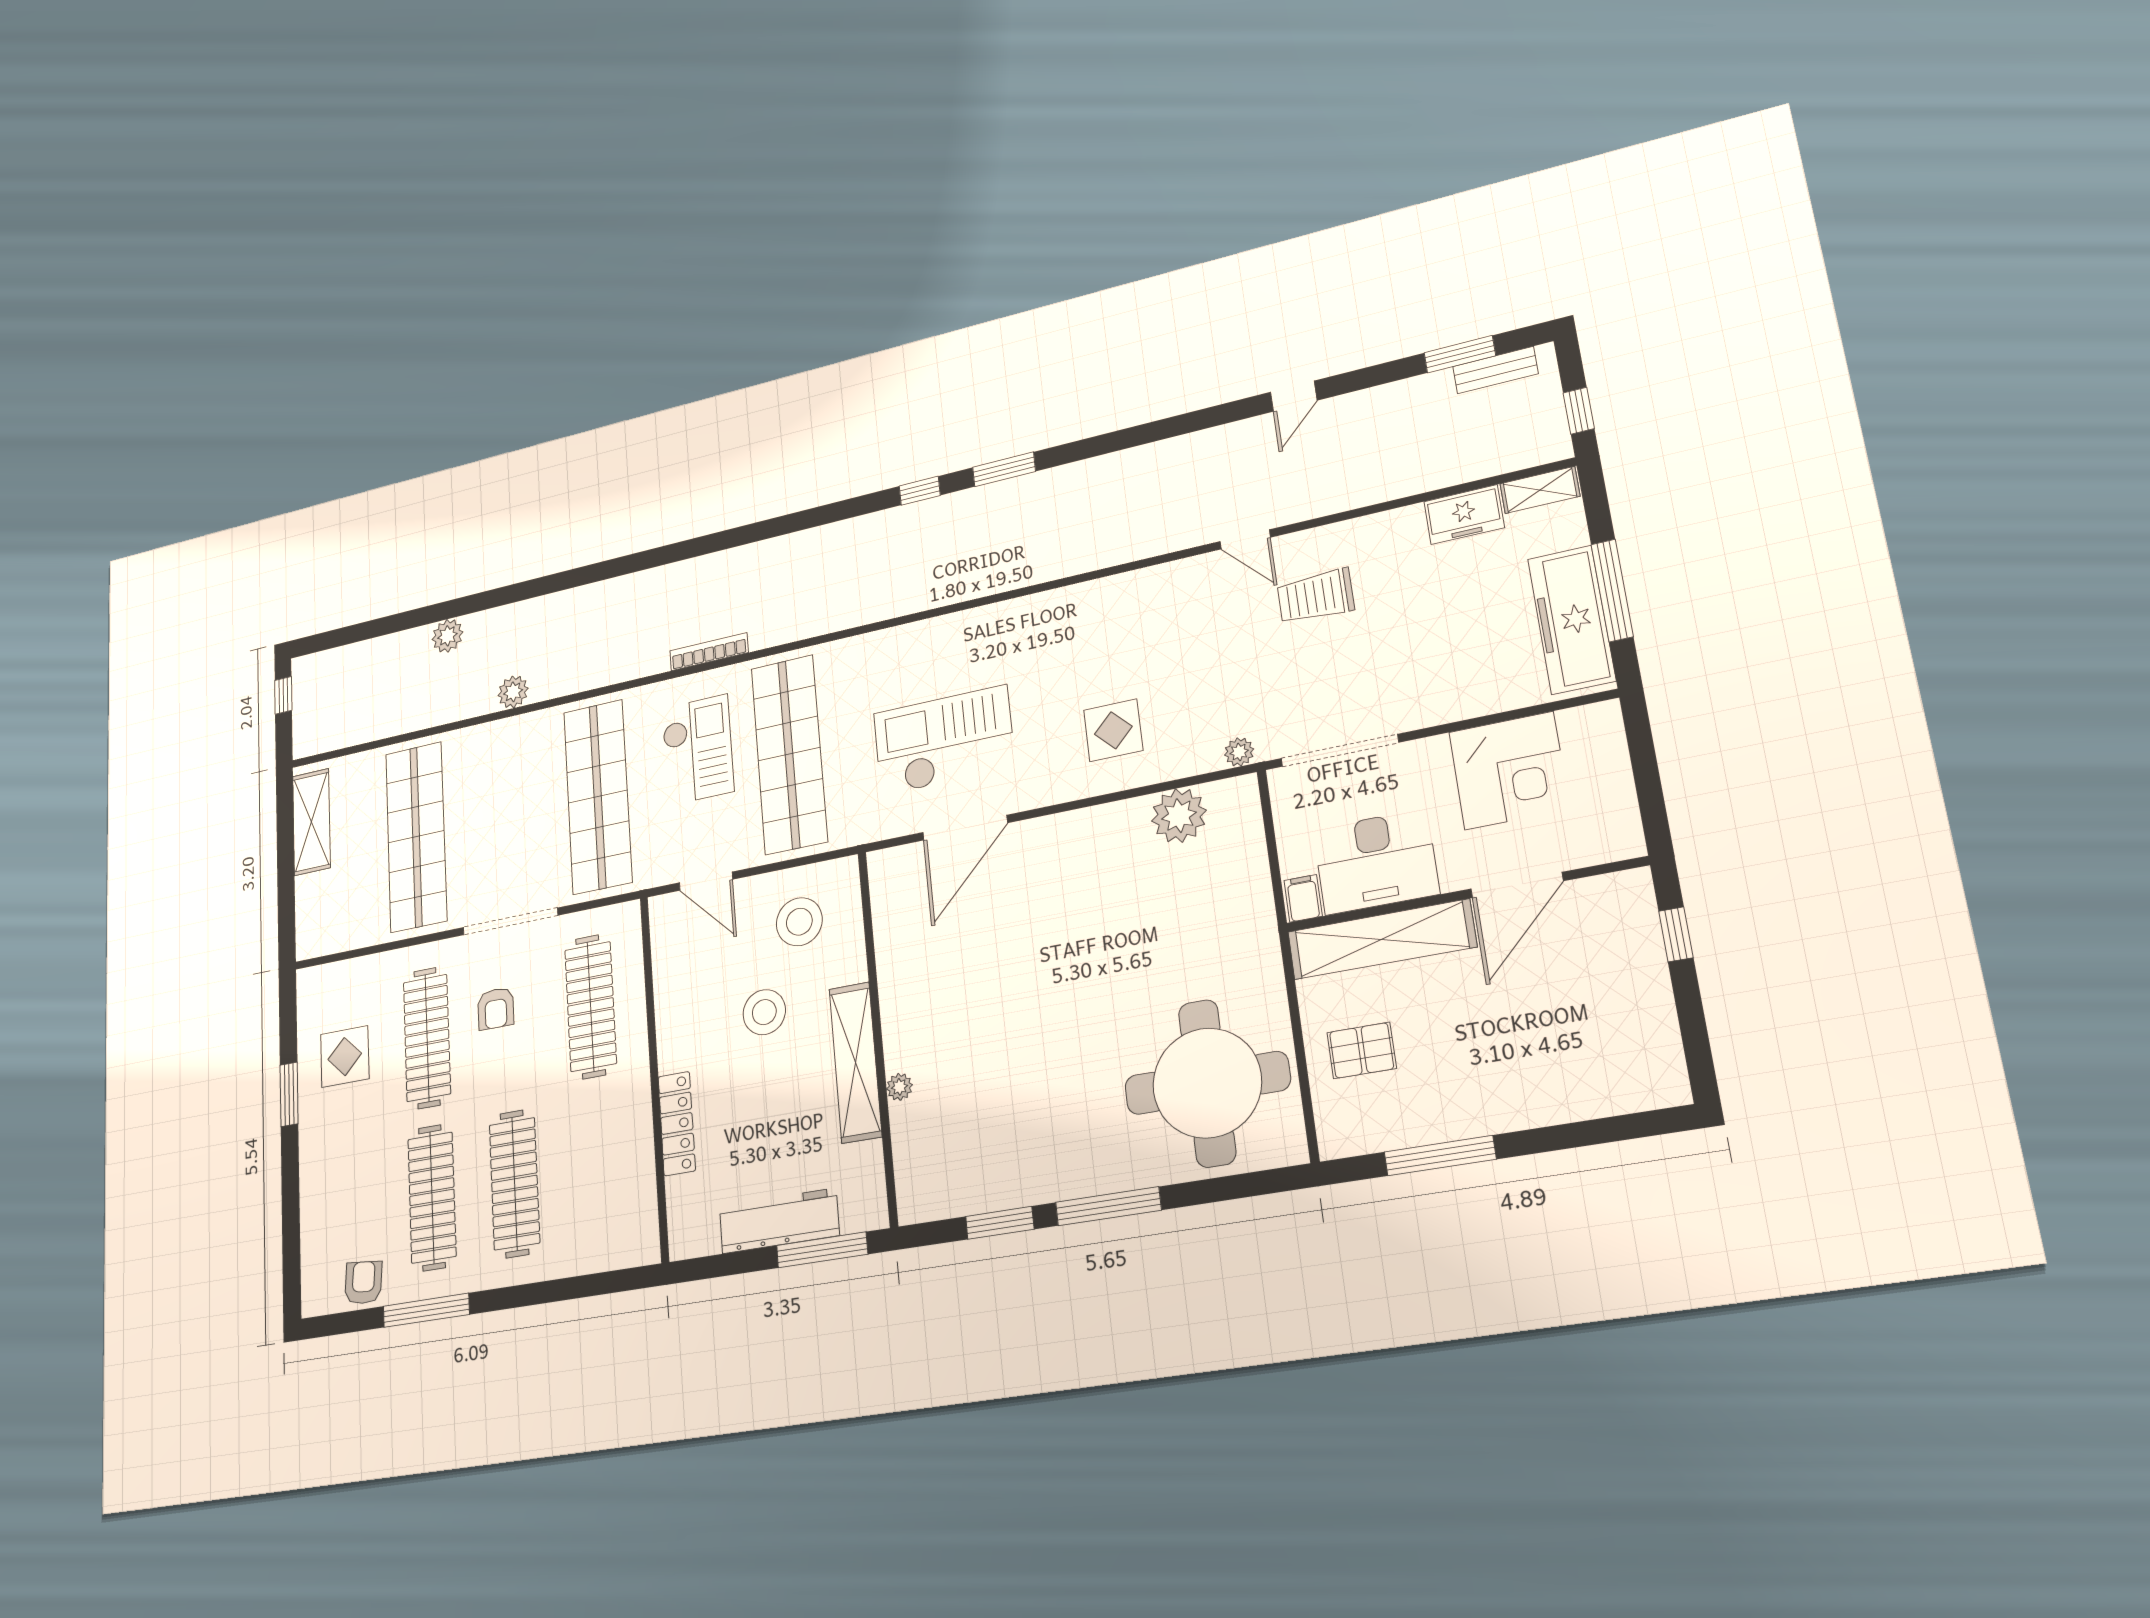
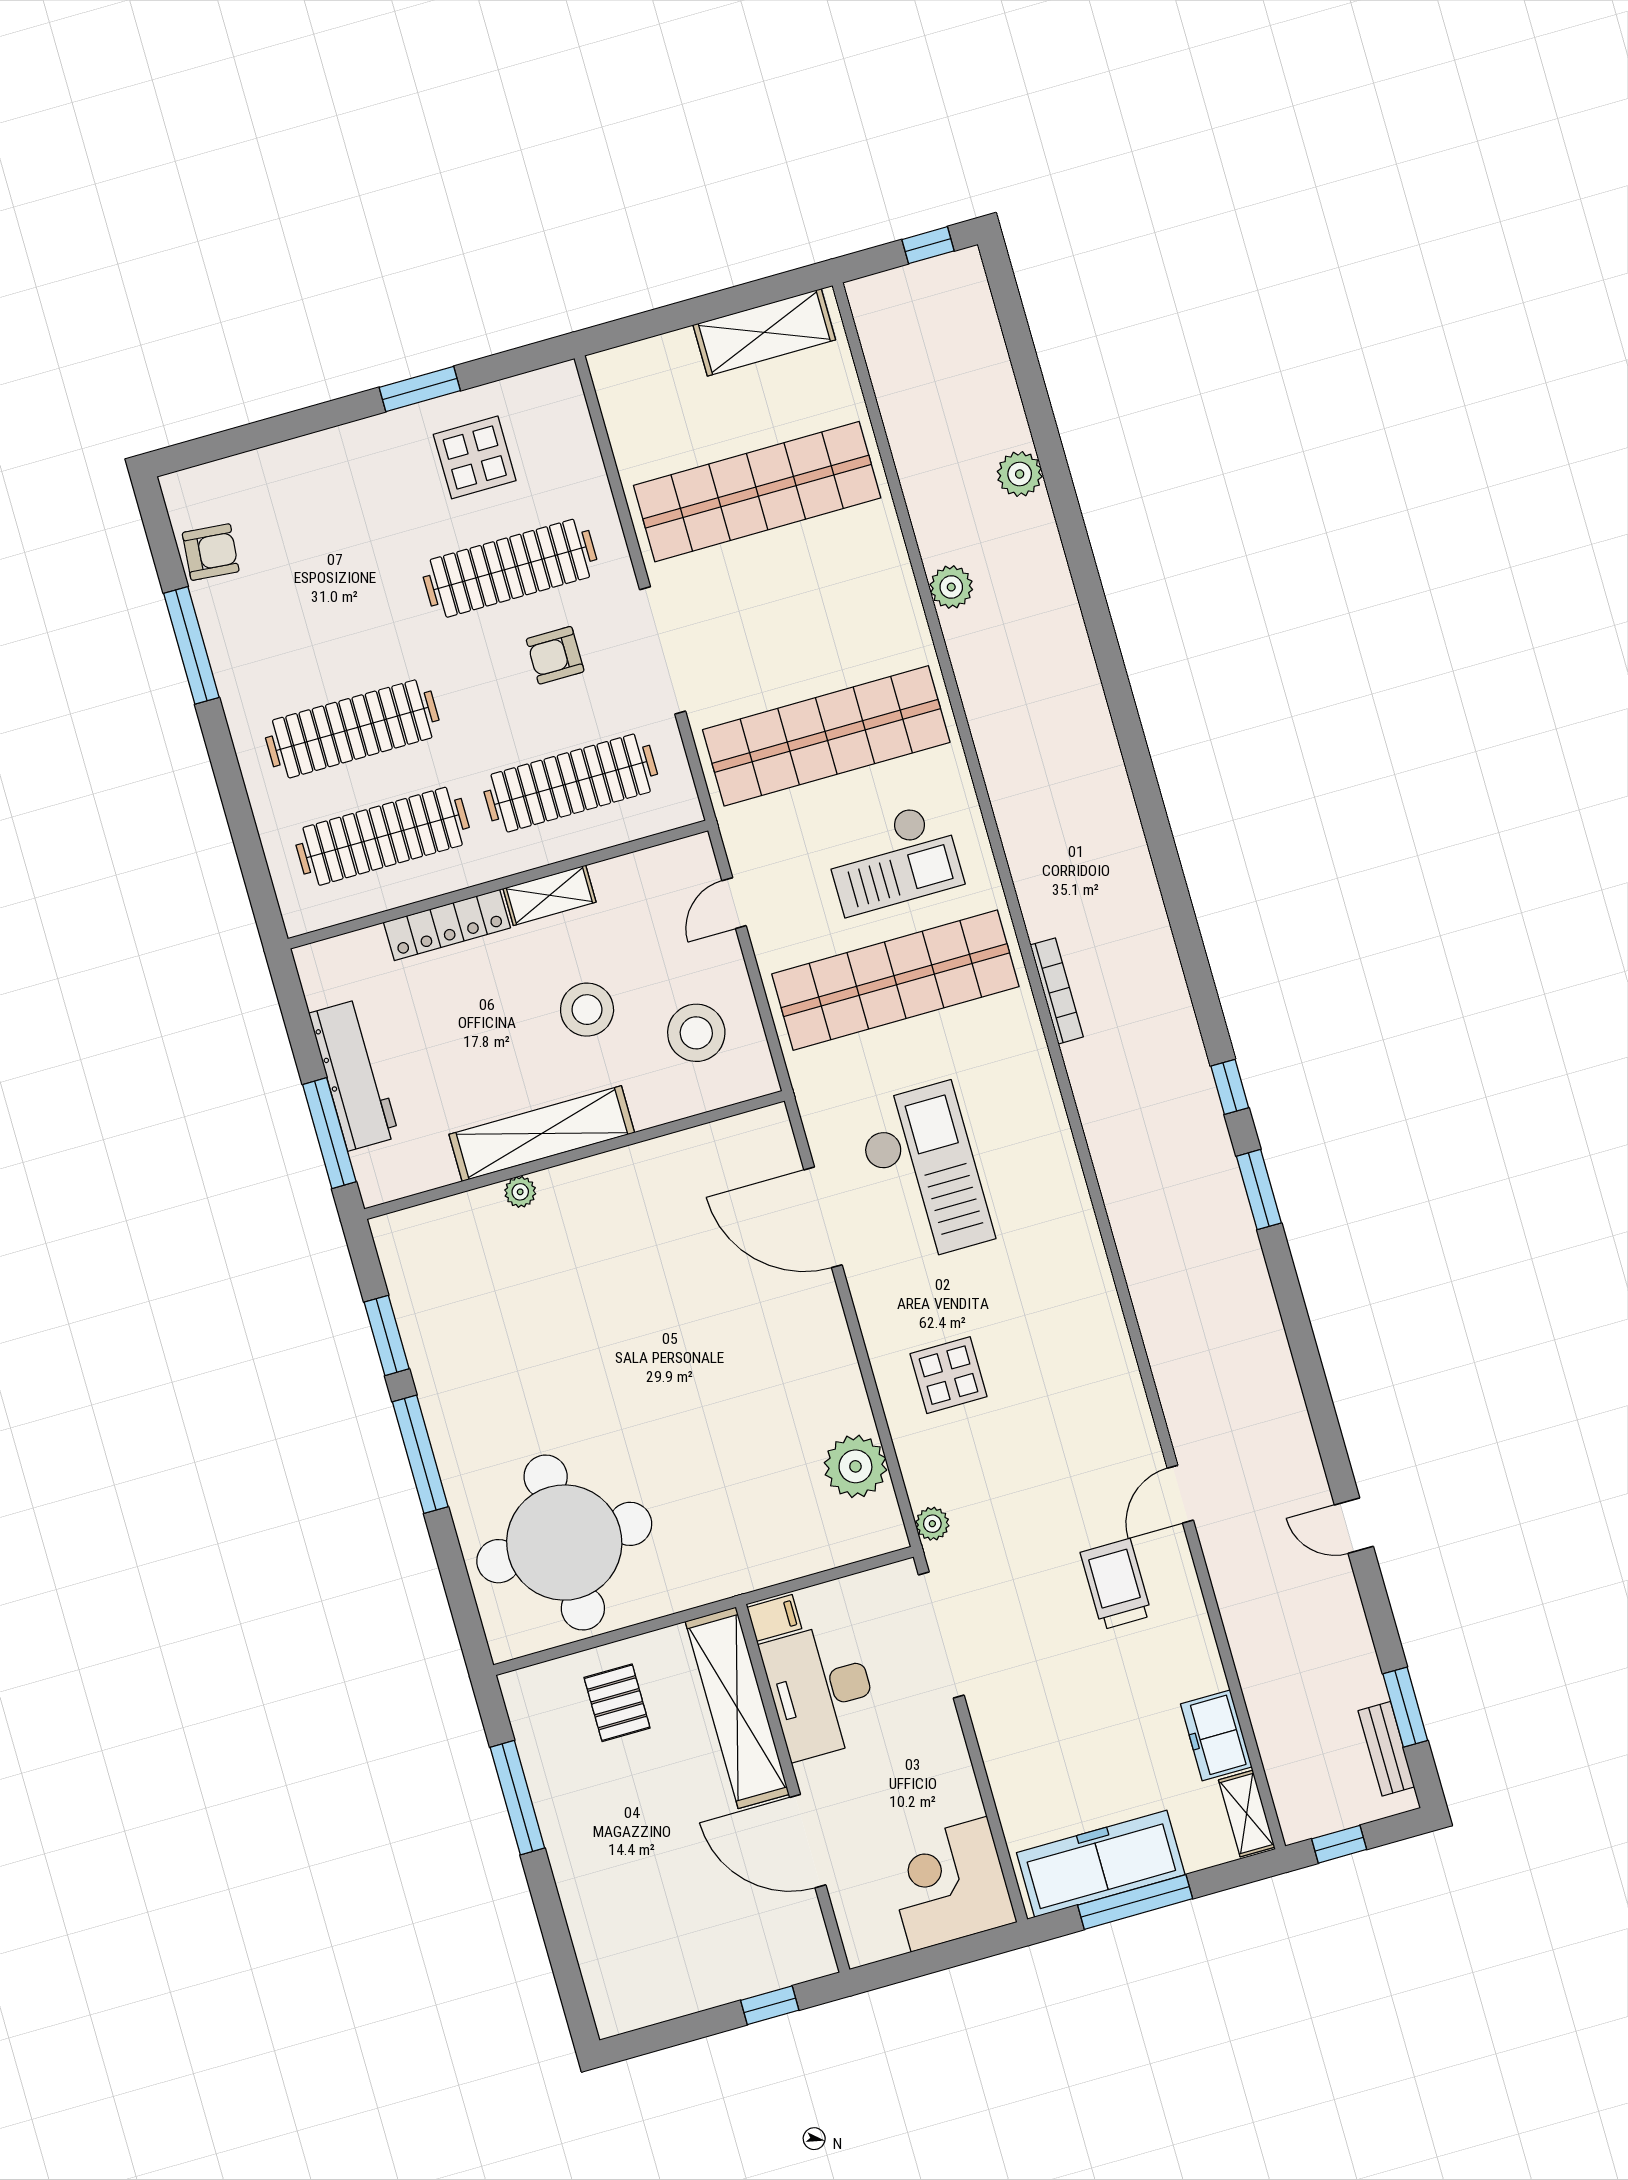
bookcase: (709, 652) -> (1057, 991), moved
corner desk: (1509, 771) -> (949, 1884), moved, turned 90
door: (706, 881) -> (734, 903), width x0.73
shelving: (671, 1034) -> (549, 895), added
clothes rail: (432, 1197) -> (383, 836), moved

